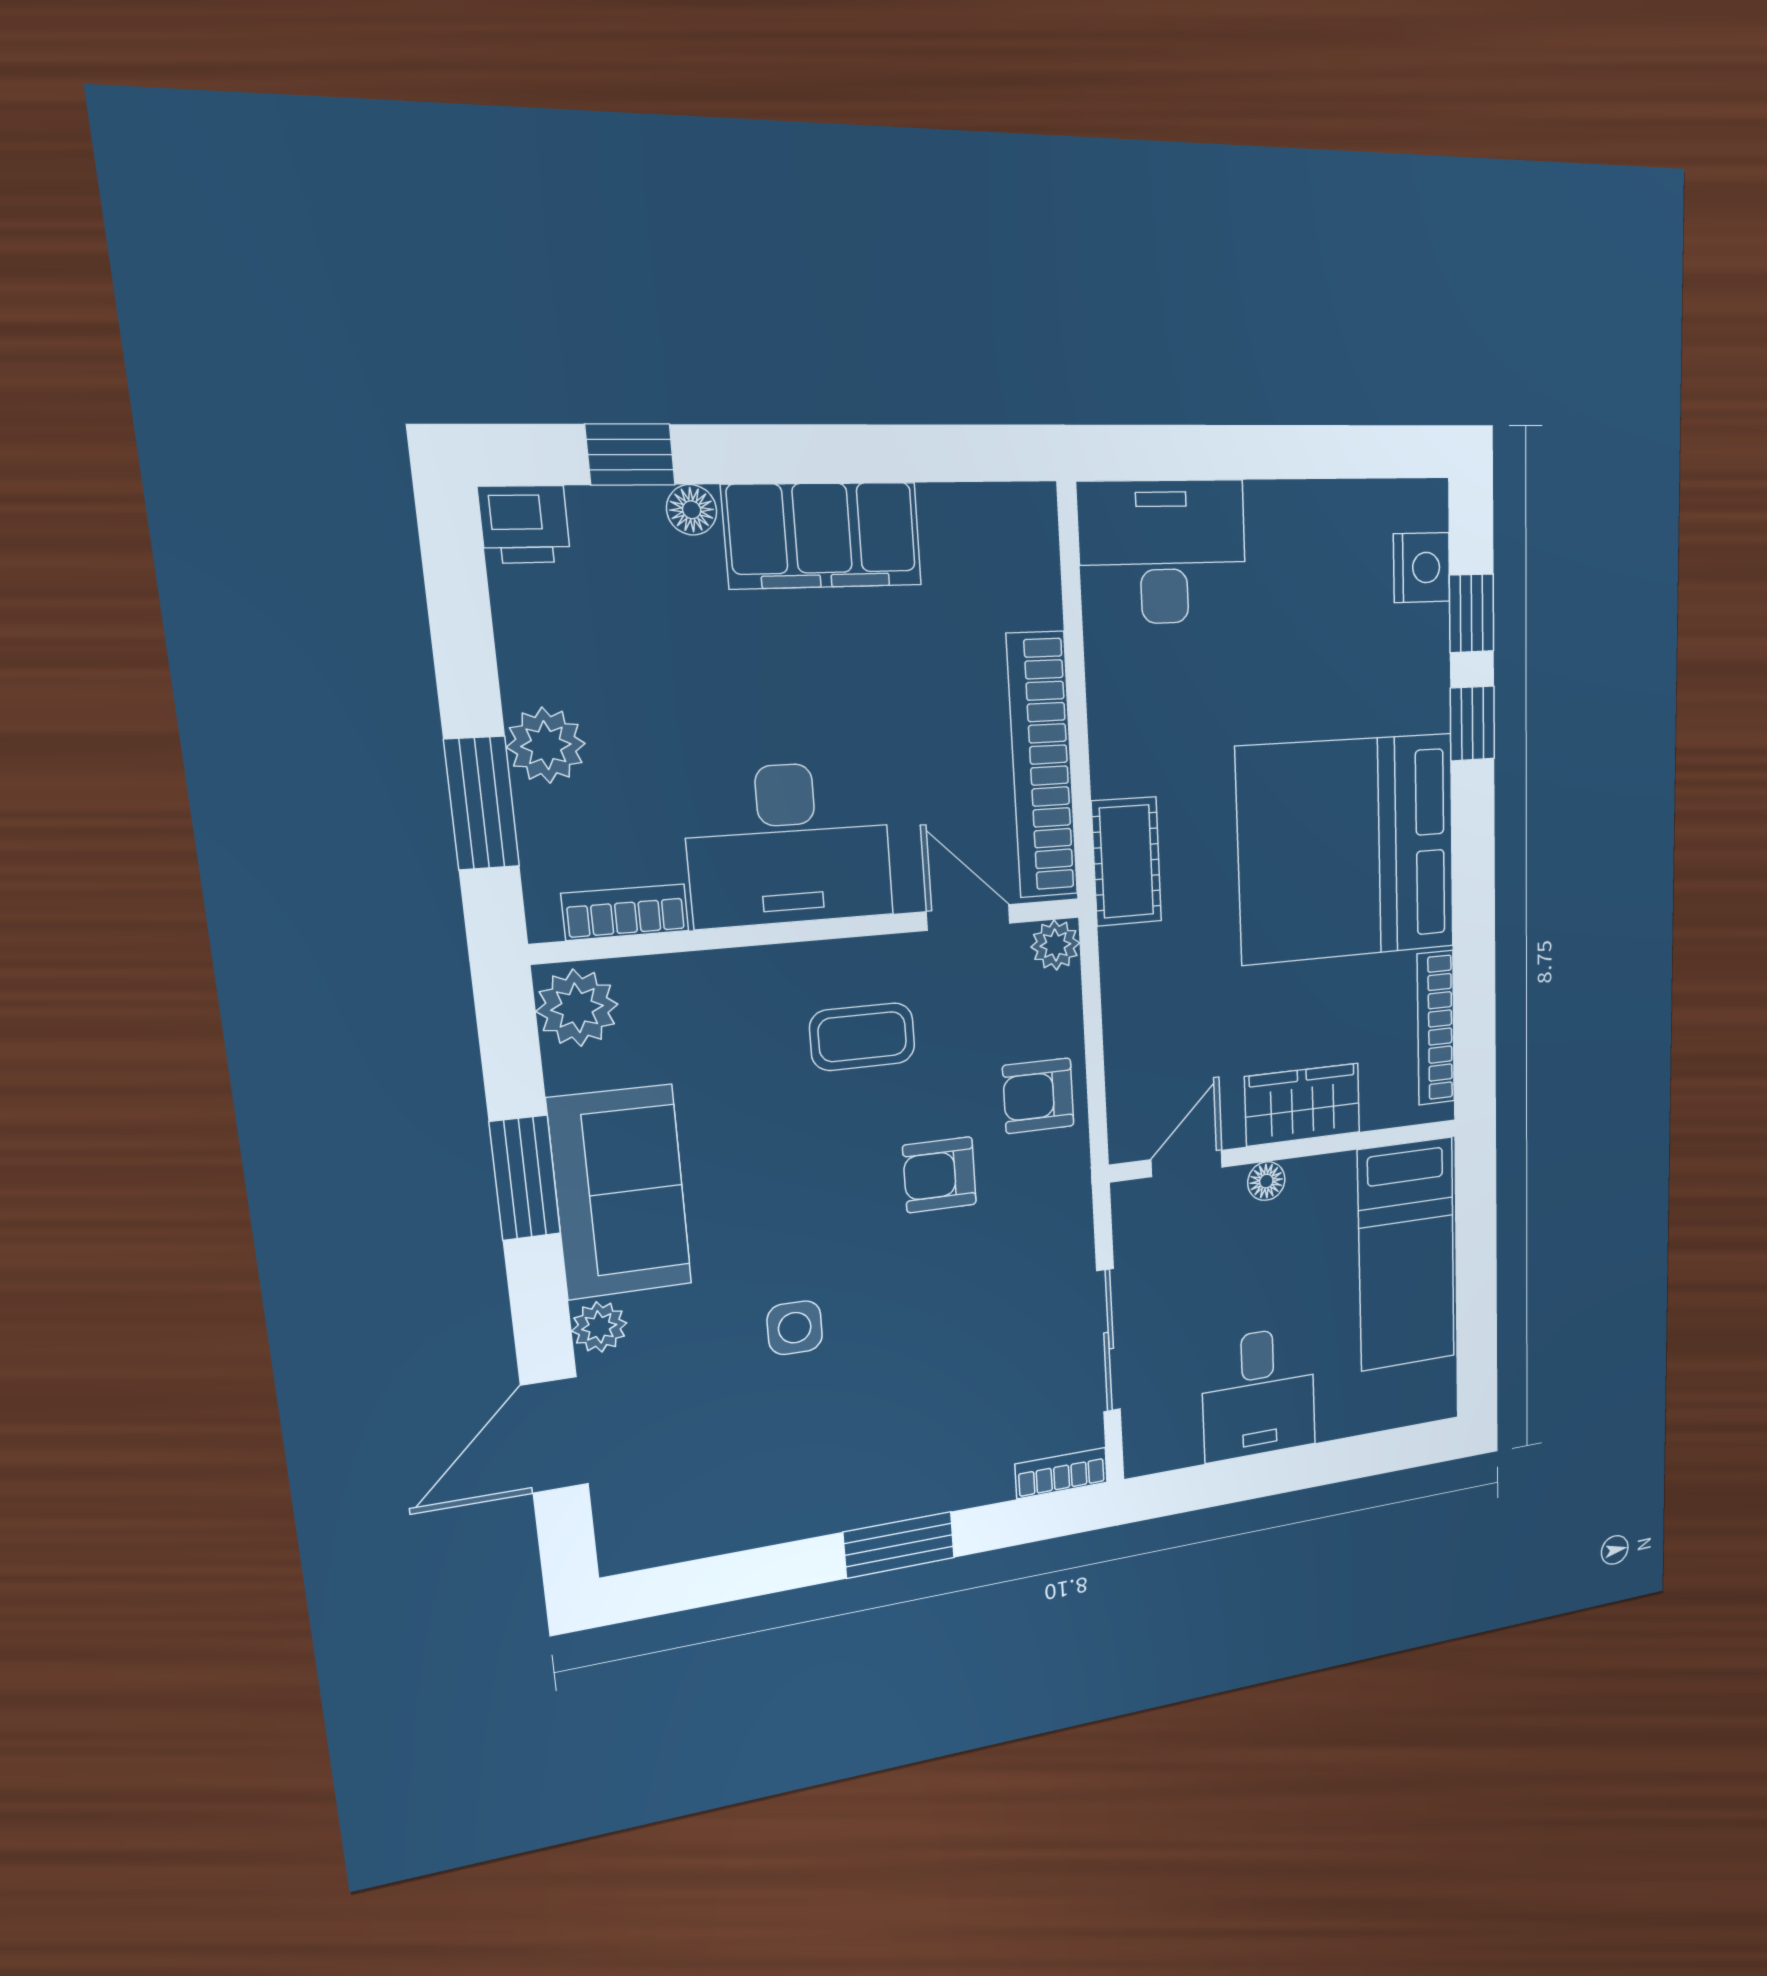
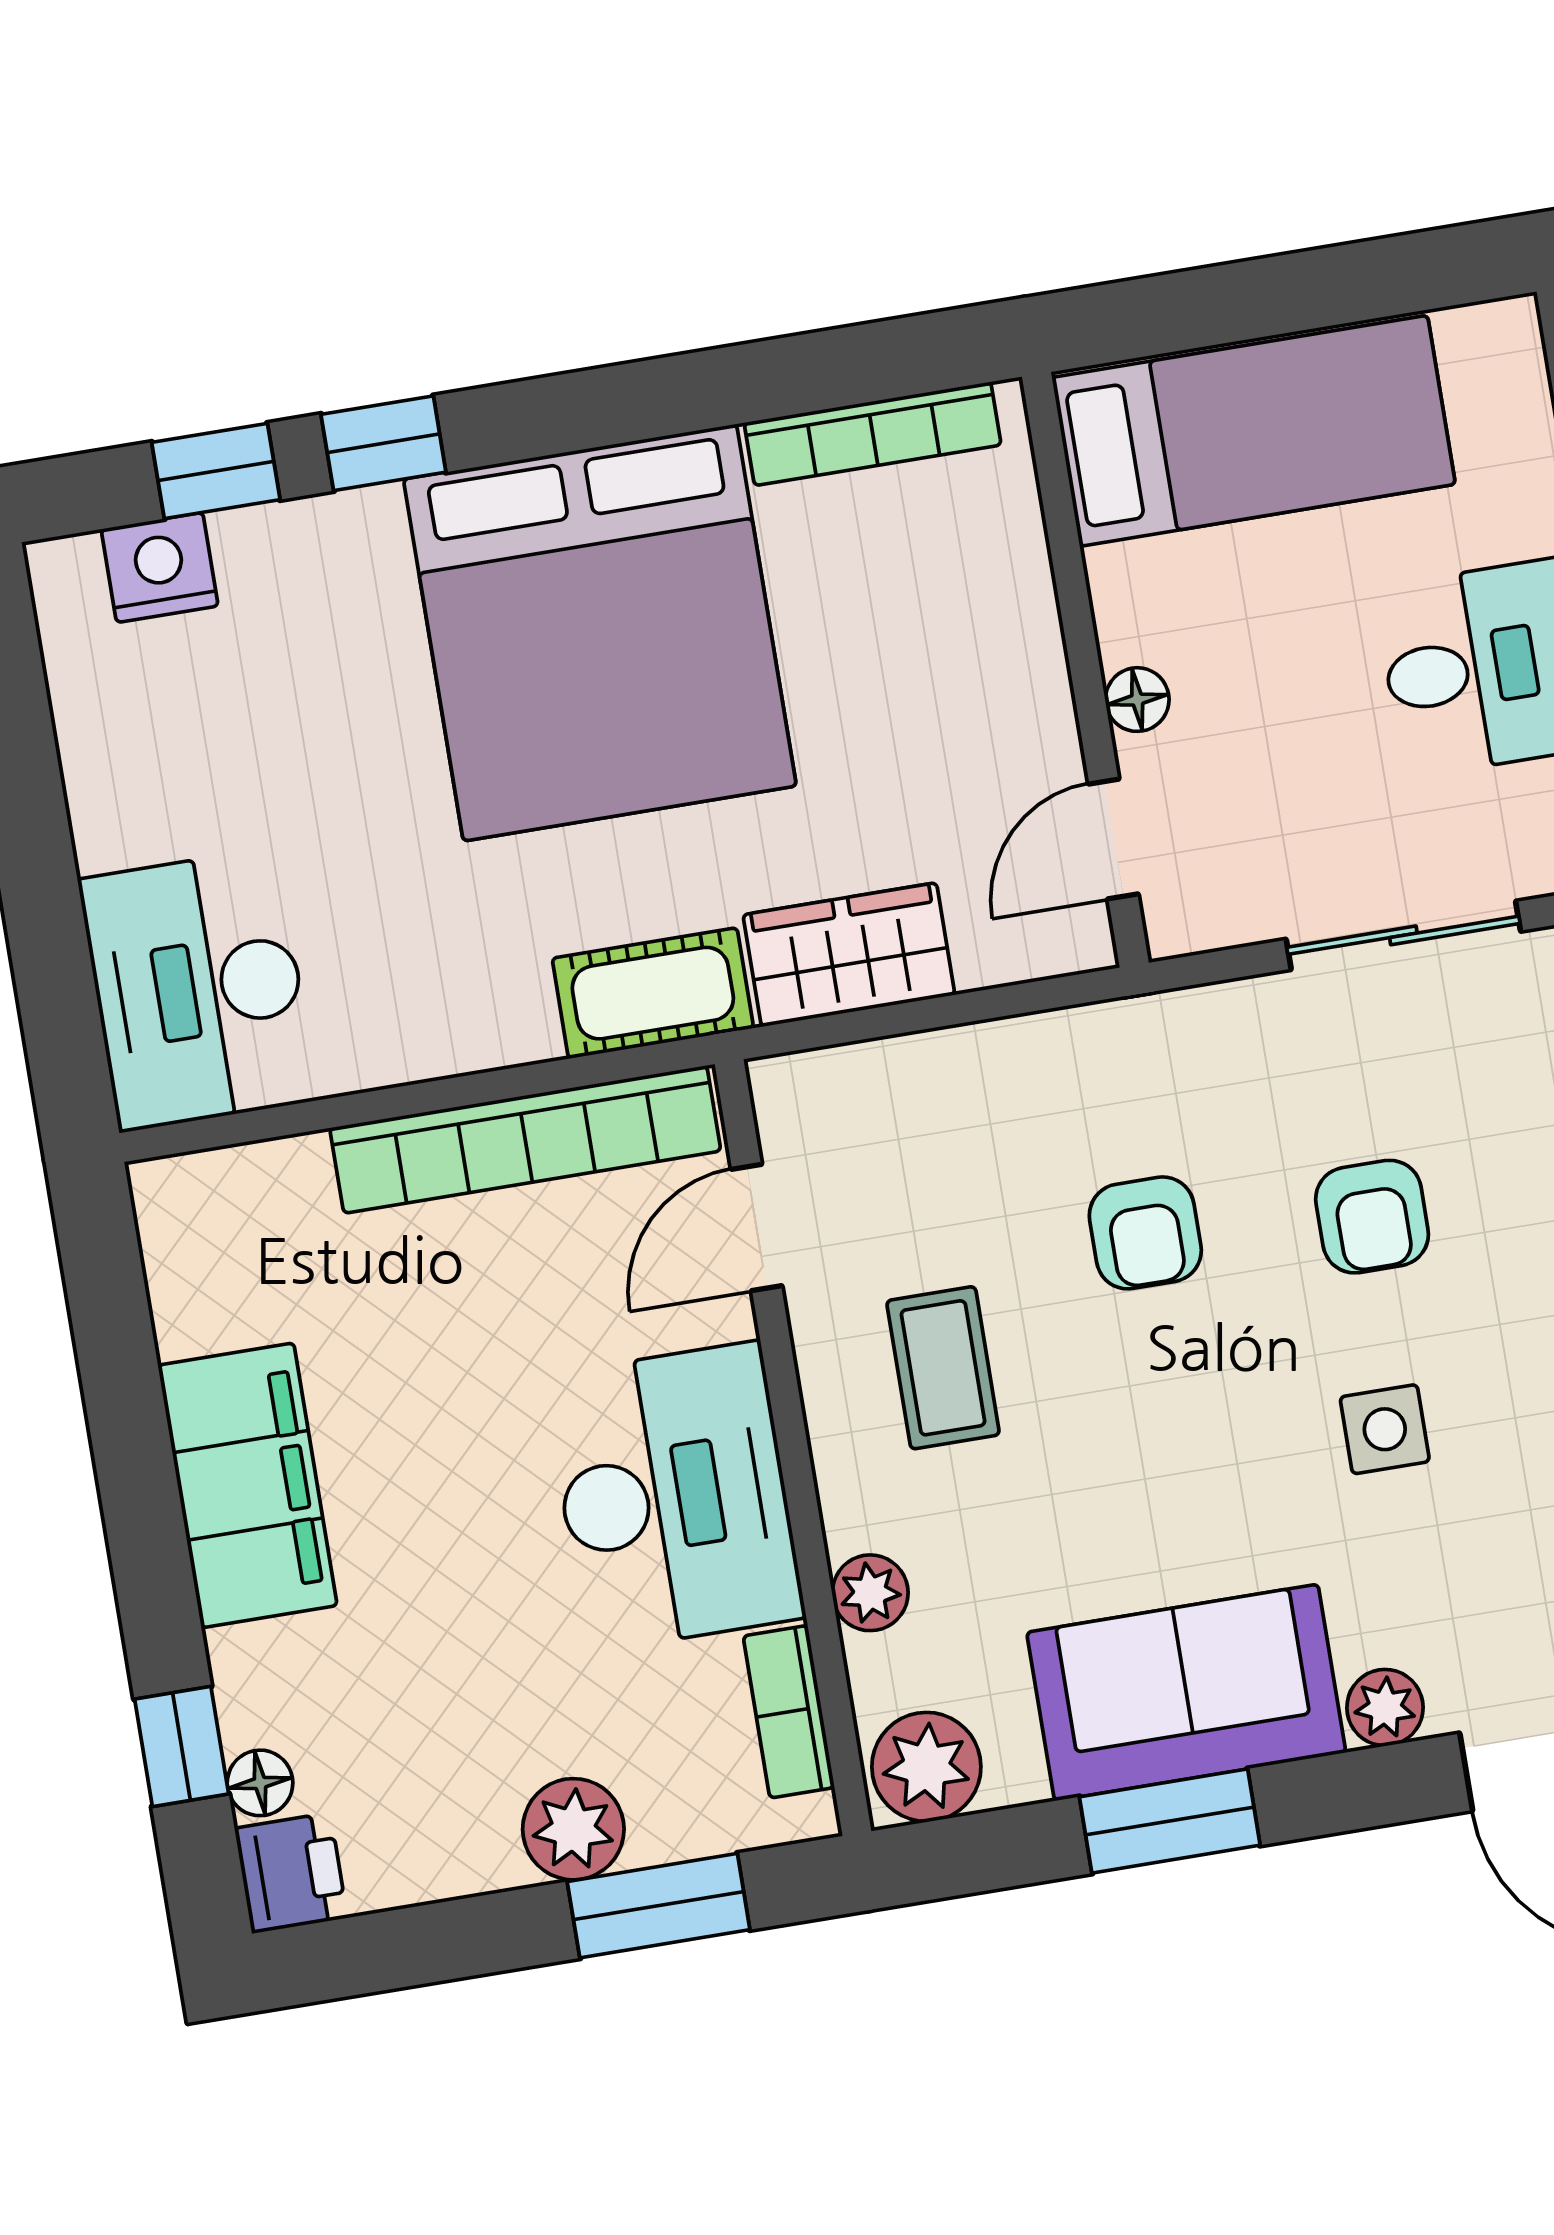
floor lamp: (692, 510) -> (260, 1783), moved
plant: (1055, 945) -> (870, 1593), moved
armchair: (1038, 1096) -> (1372, 1217), moved
wardrobe: (1303, 1105) -> (849, 955), moved, turned 90
door: (1187, 1163) -> (1113, 839), hinge flipped

